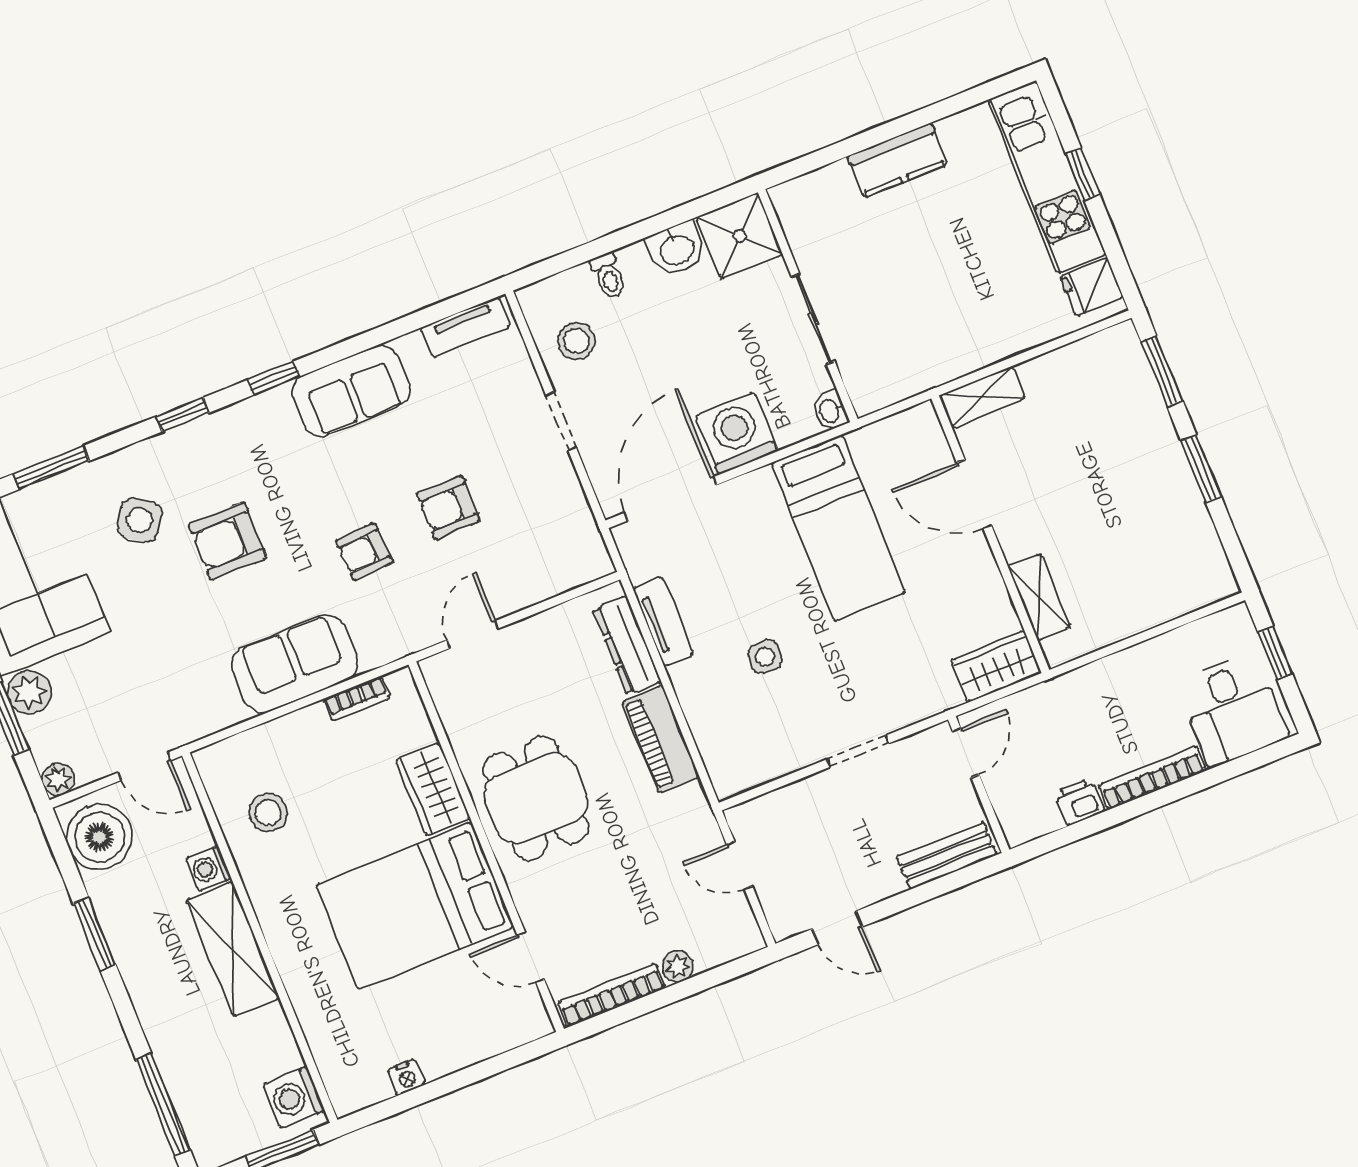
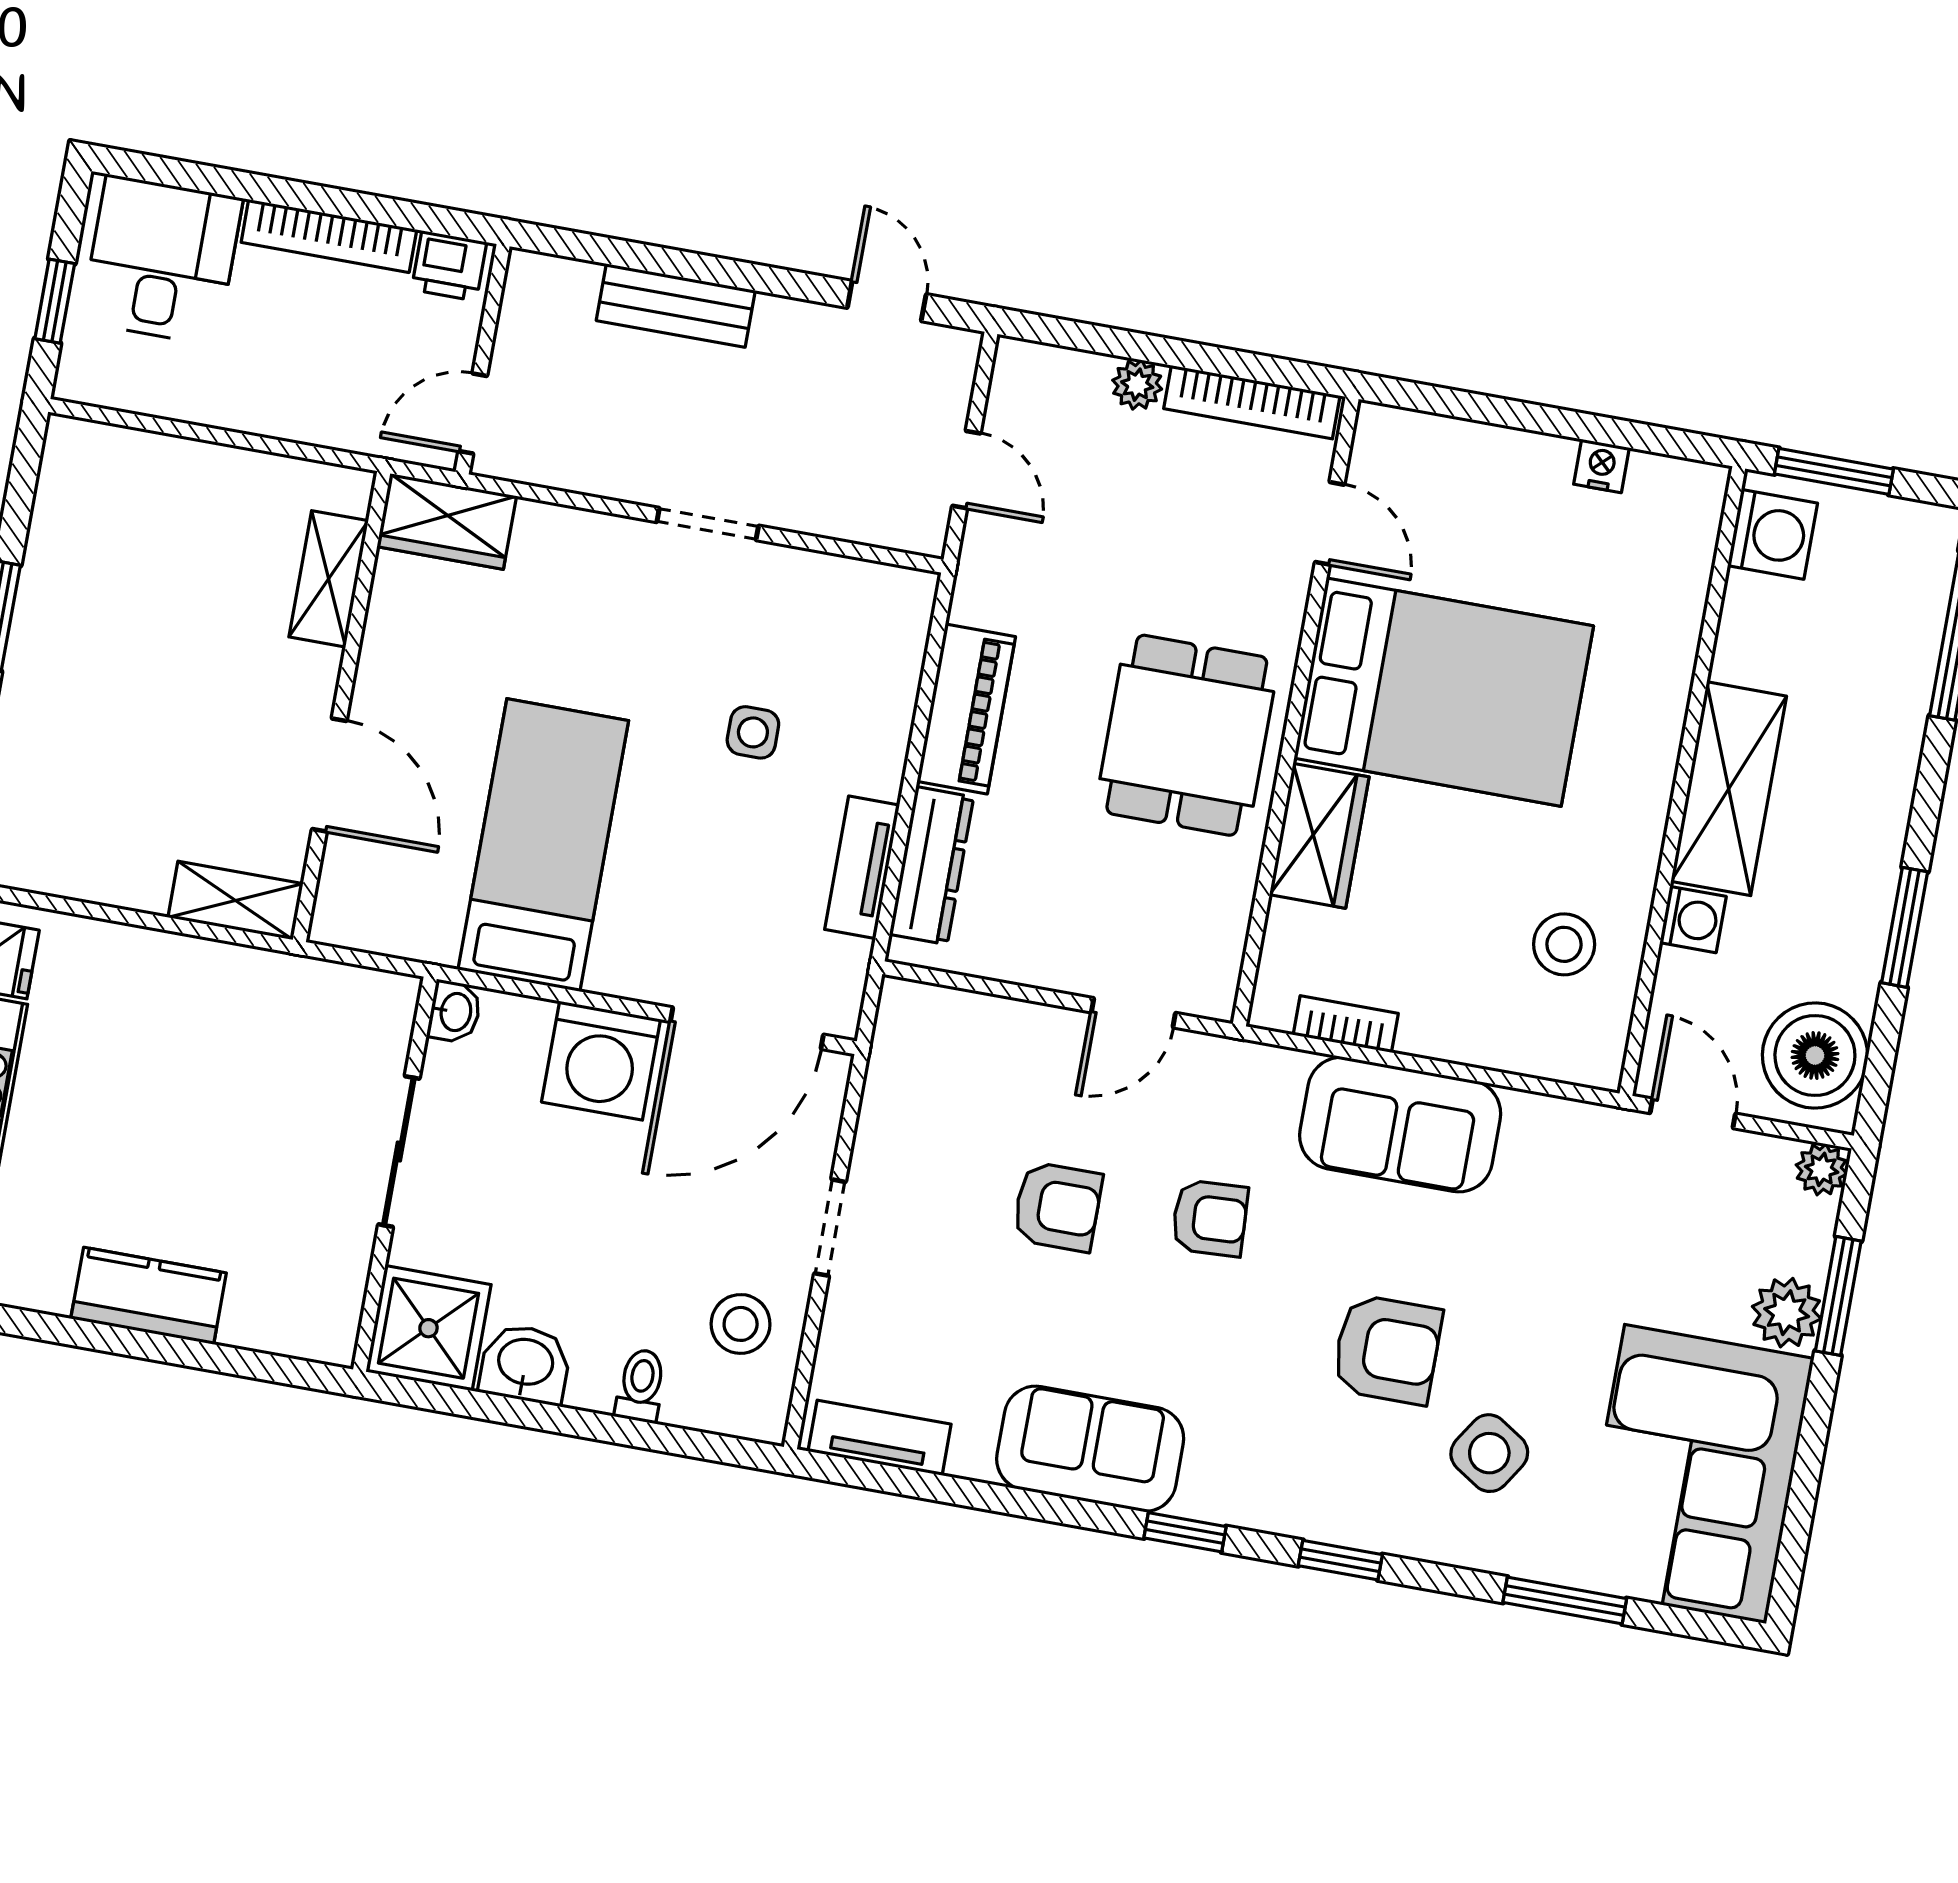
door: (966, 753) -> (473, 414), moved
wall: (979, 785) -> (483, 359), moved

